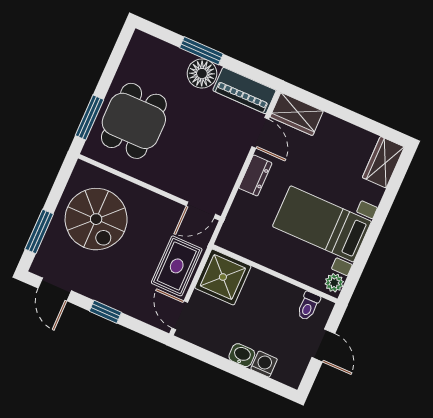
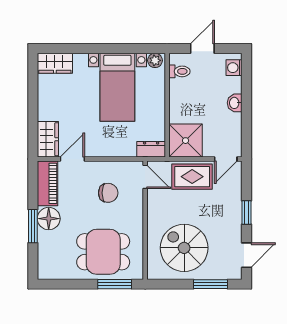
chair: (201, 158) -> (108, 193), added
dresser: (255, 175) -> (151, 149), moved
spiral stairs: (96, 219) -> (184, 248), turned -90
washing machine: (264, 364) -> (234, 68), moved

